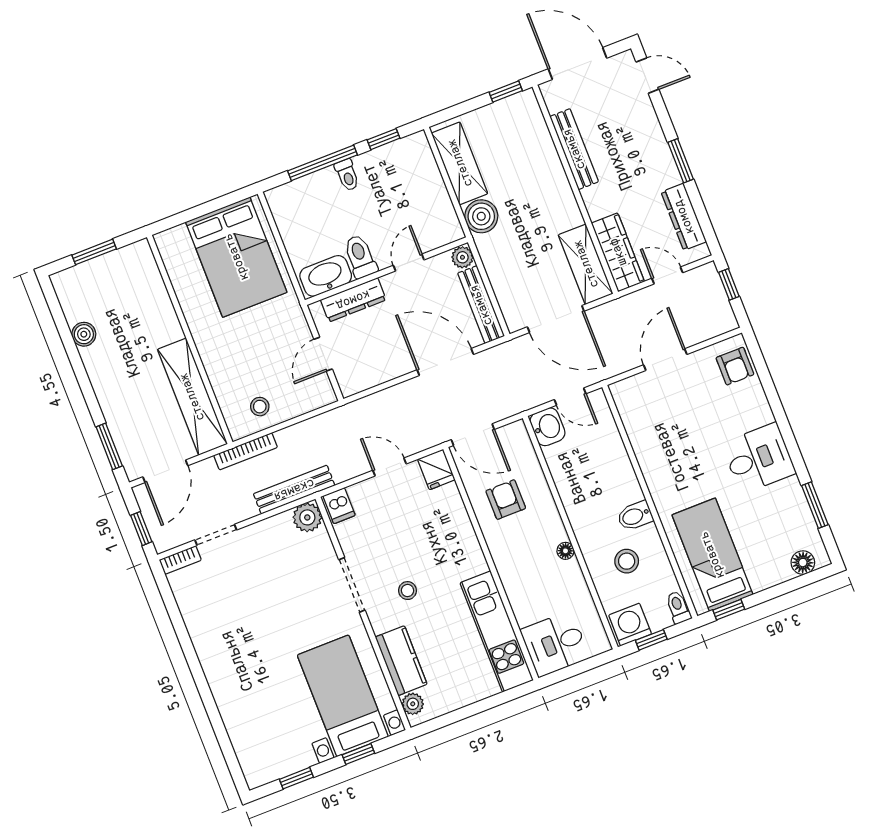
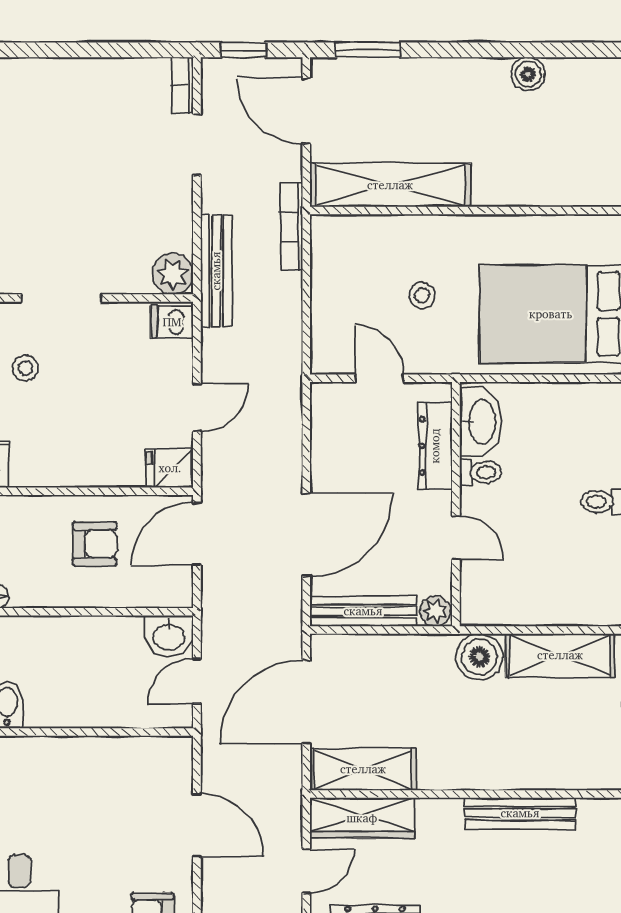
toilet: (360, 257) -> (480, 472), width x0.73, depth x0.72
stool: (260, 407) -> (422, 295), moved

